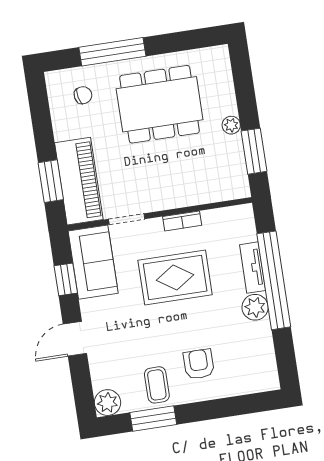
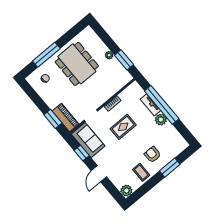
dining table: (160, 104) -> (77, 64), turned 90
piano: (79, 181) -> (65, 117), width x0.73, depth x0.75
rug: (175, 277) -> (123, 127), width x0.73, depth x0.70
window: (153, 418) -> (170, 168), moved

